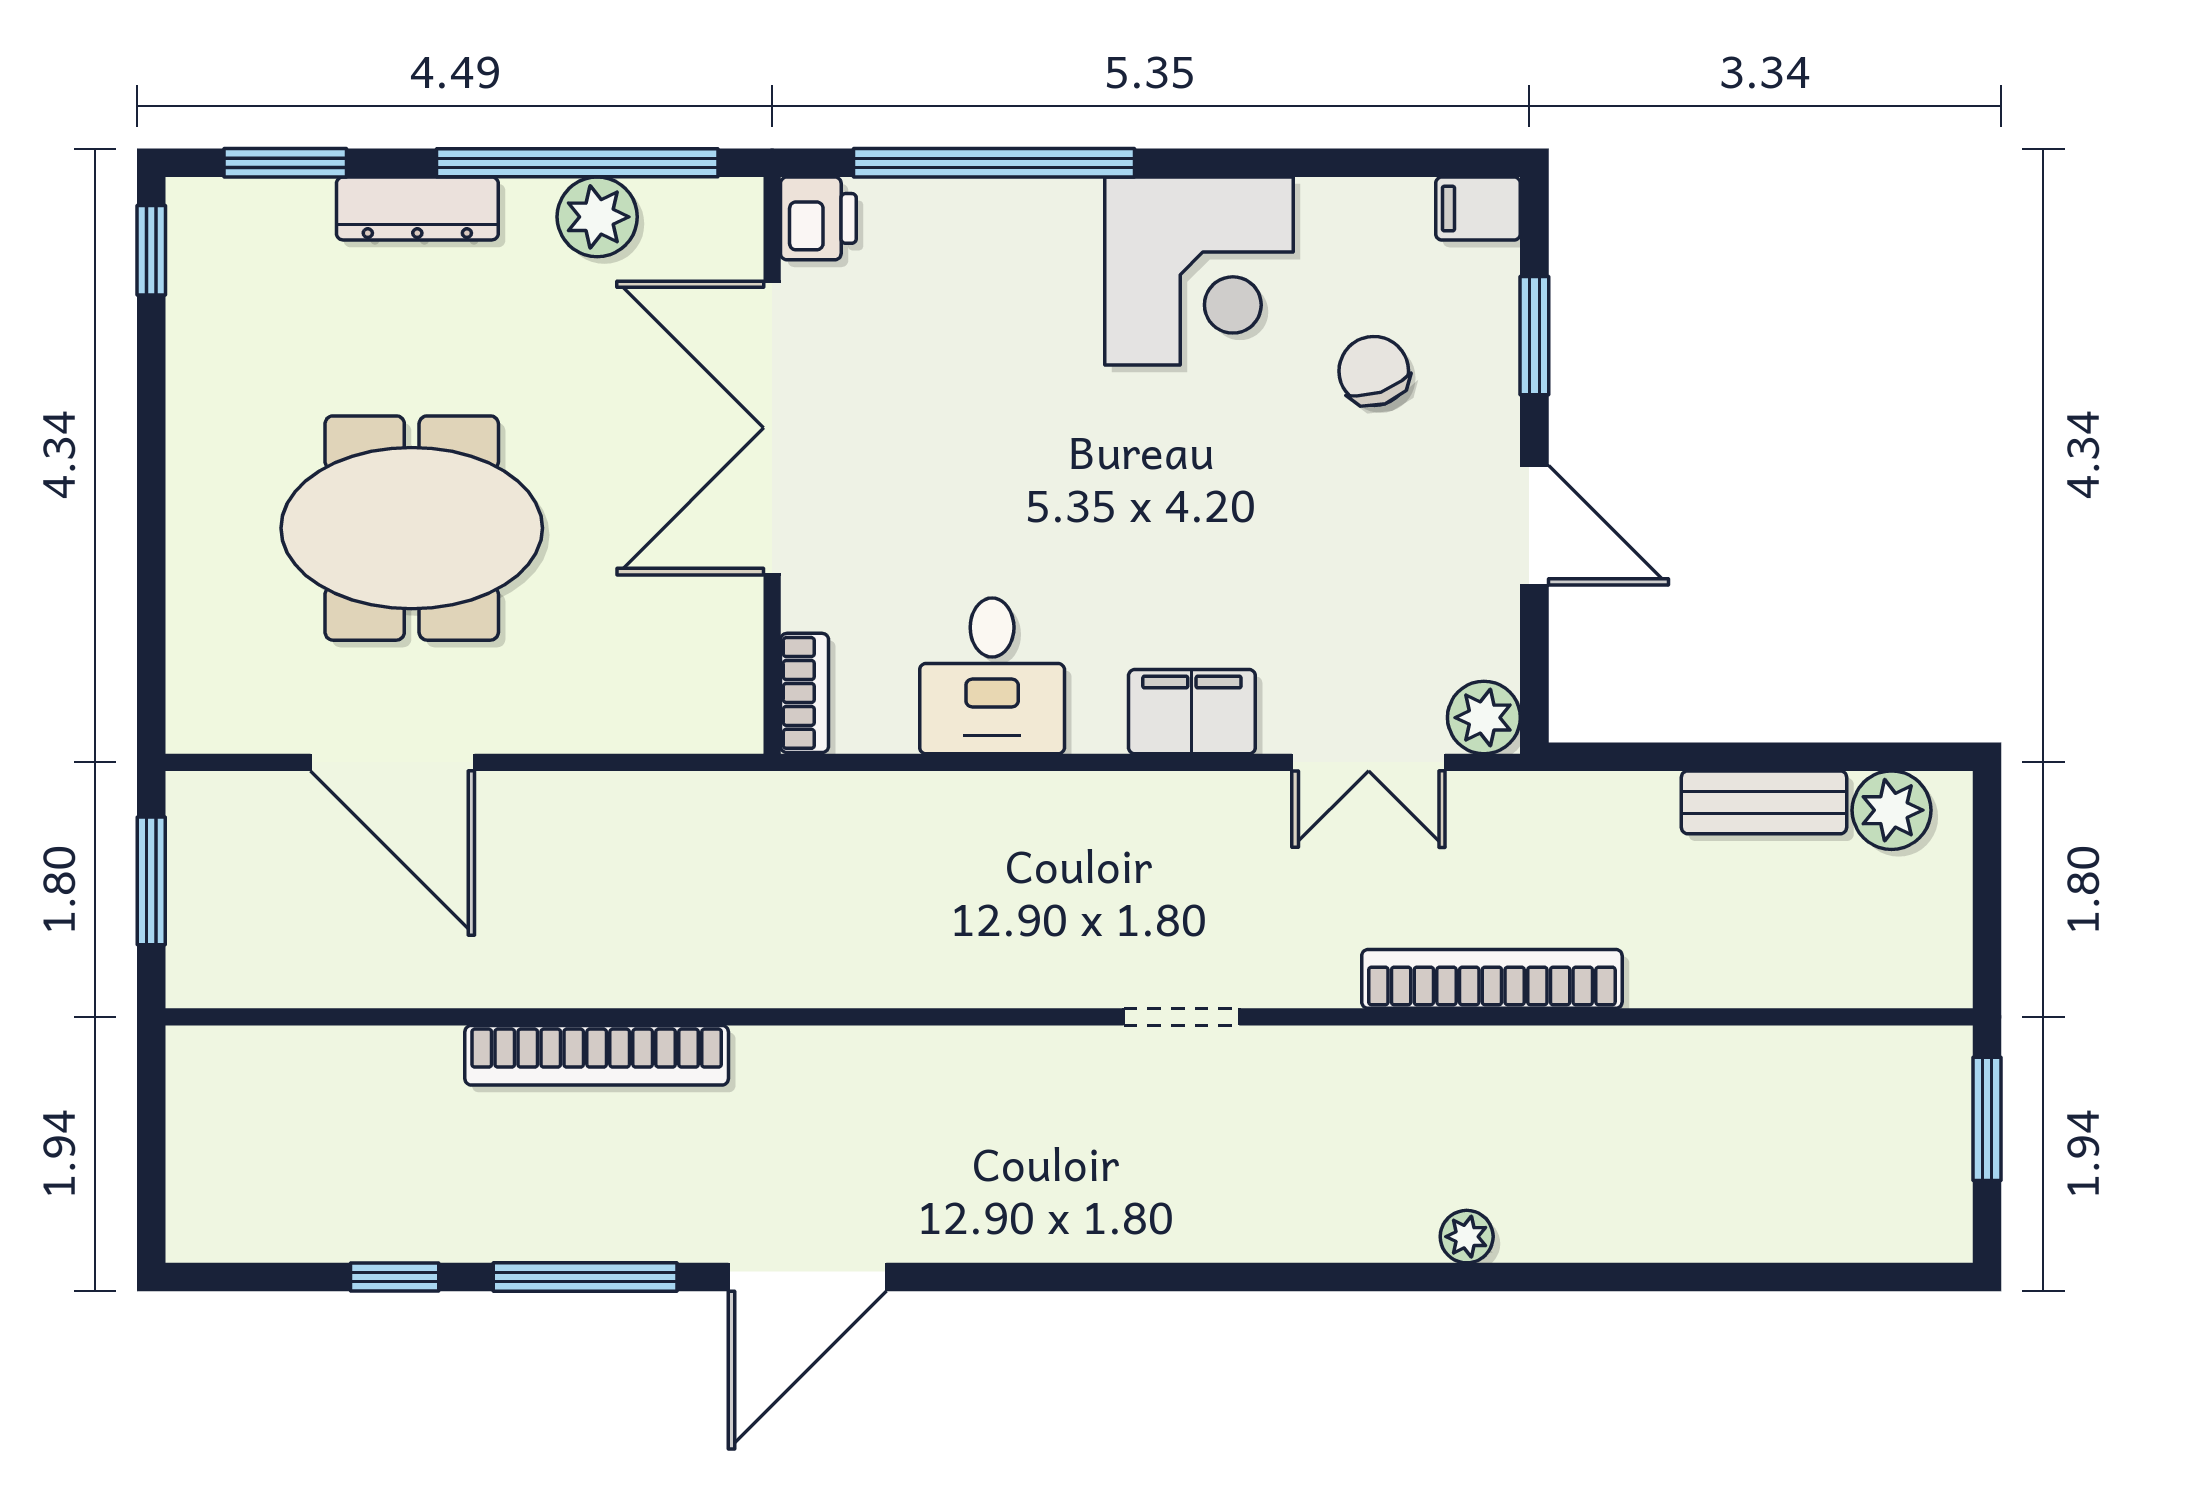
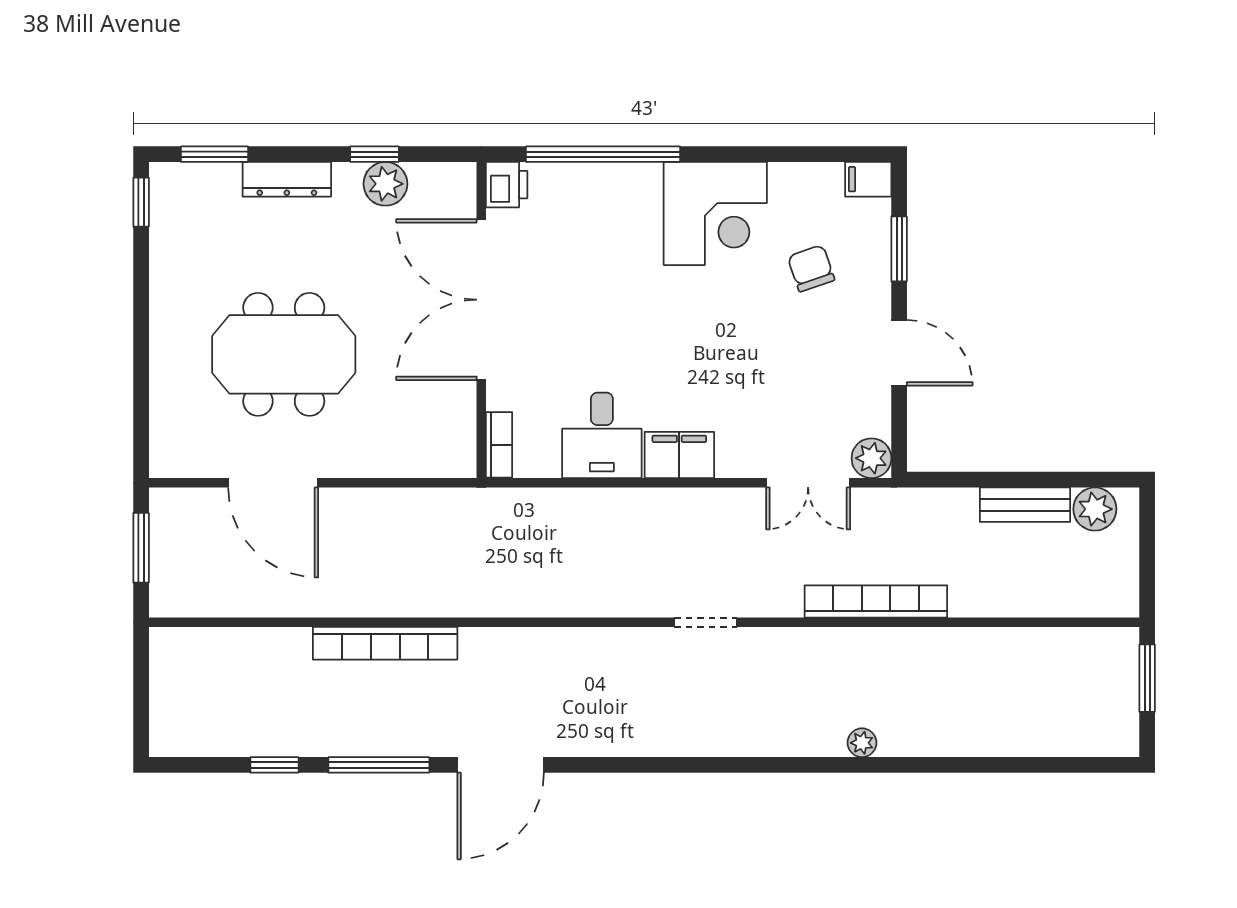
window: (577, 163) -> (374, 154), width x0.32
filing cabinet: (1192, 712) -> (679, 455), moved

